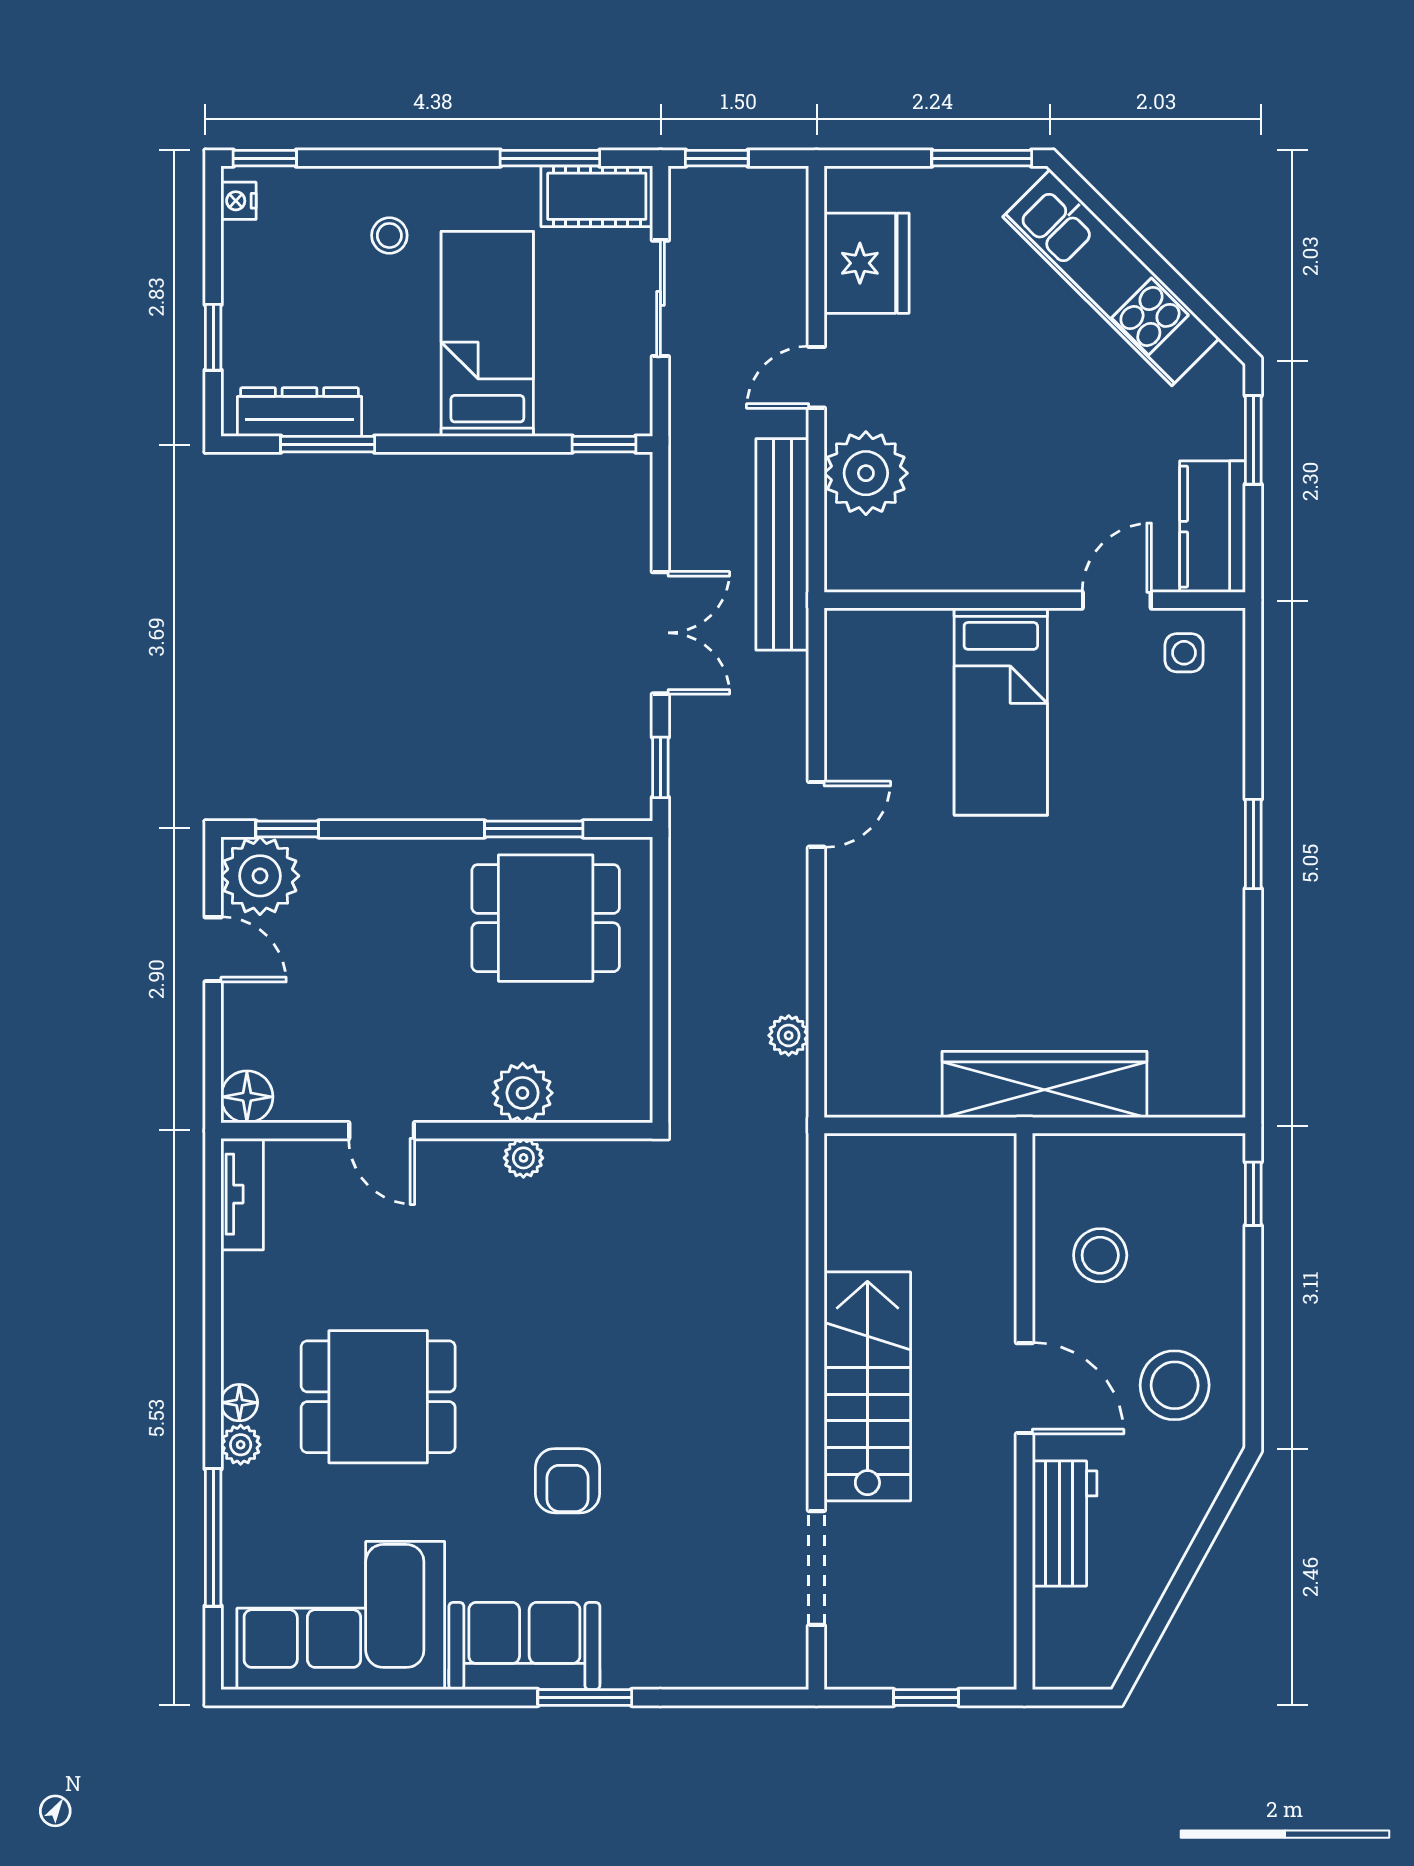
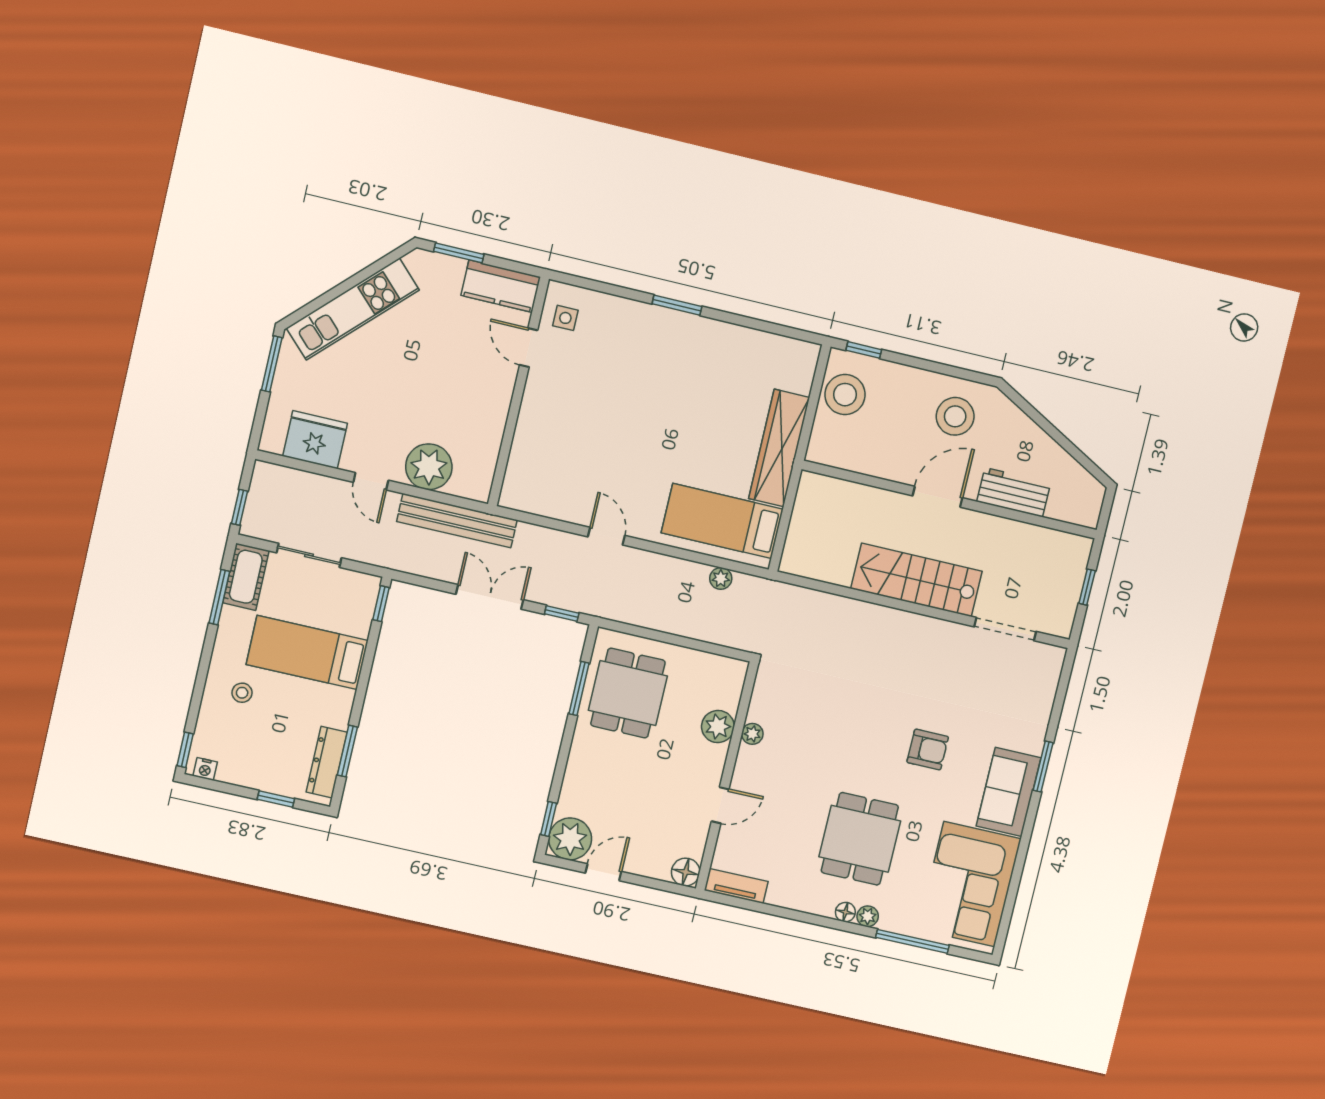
bed: (1001, 712) -> (722, 521), moved, turned 180
stool: (1100, 1255) -> (845, 395), moved, width x1.38, depth x1.38

